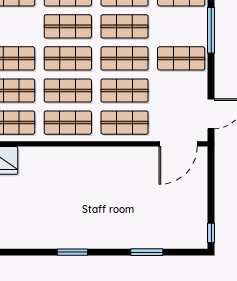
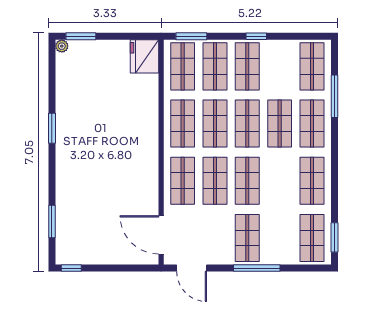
shop shelf: (125, 26) -> (280, 181), removed
window: (211, 30) -> (257, 268), moved
window: (147, 252) -> (52, 221), moved

